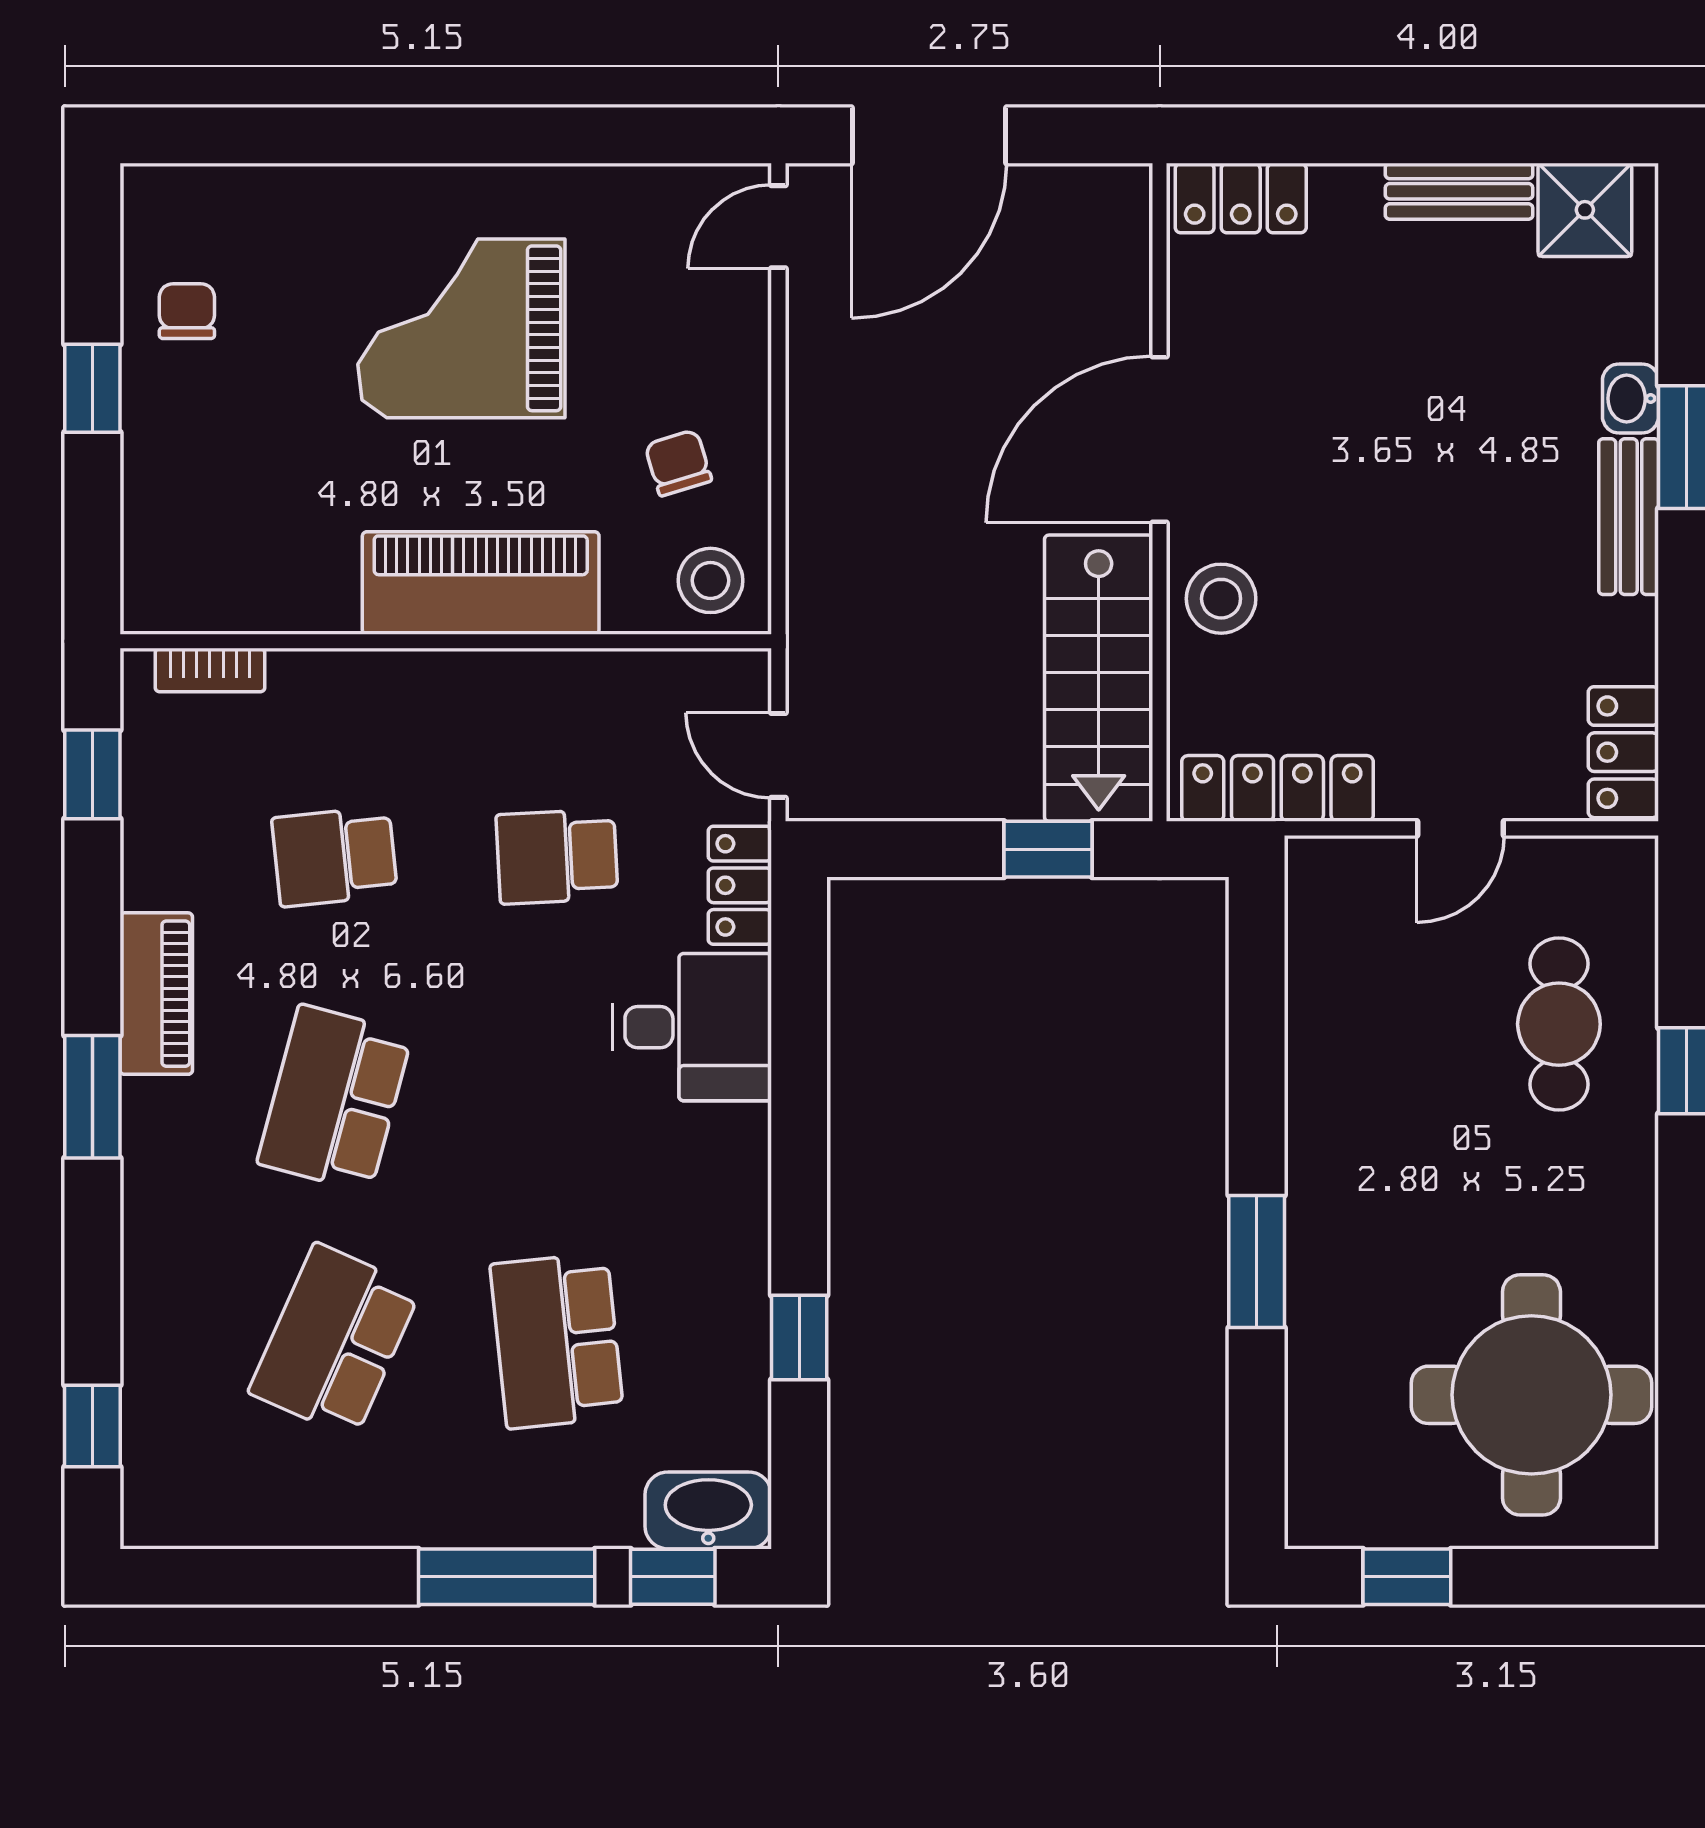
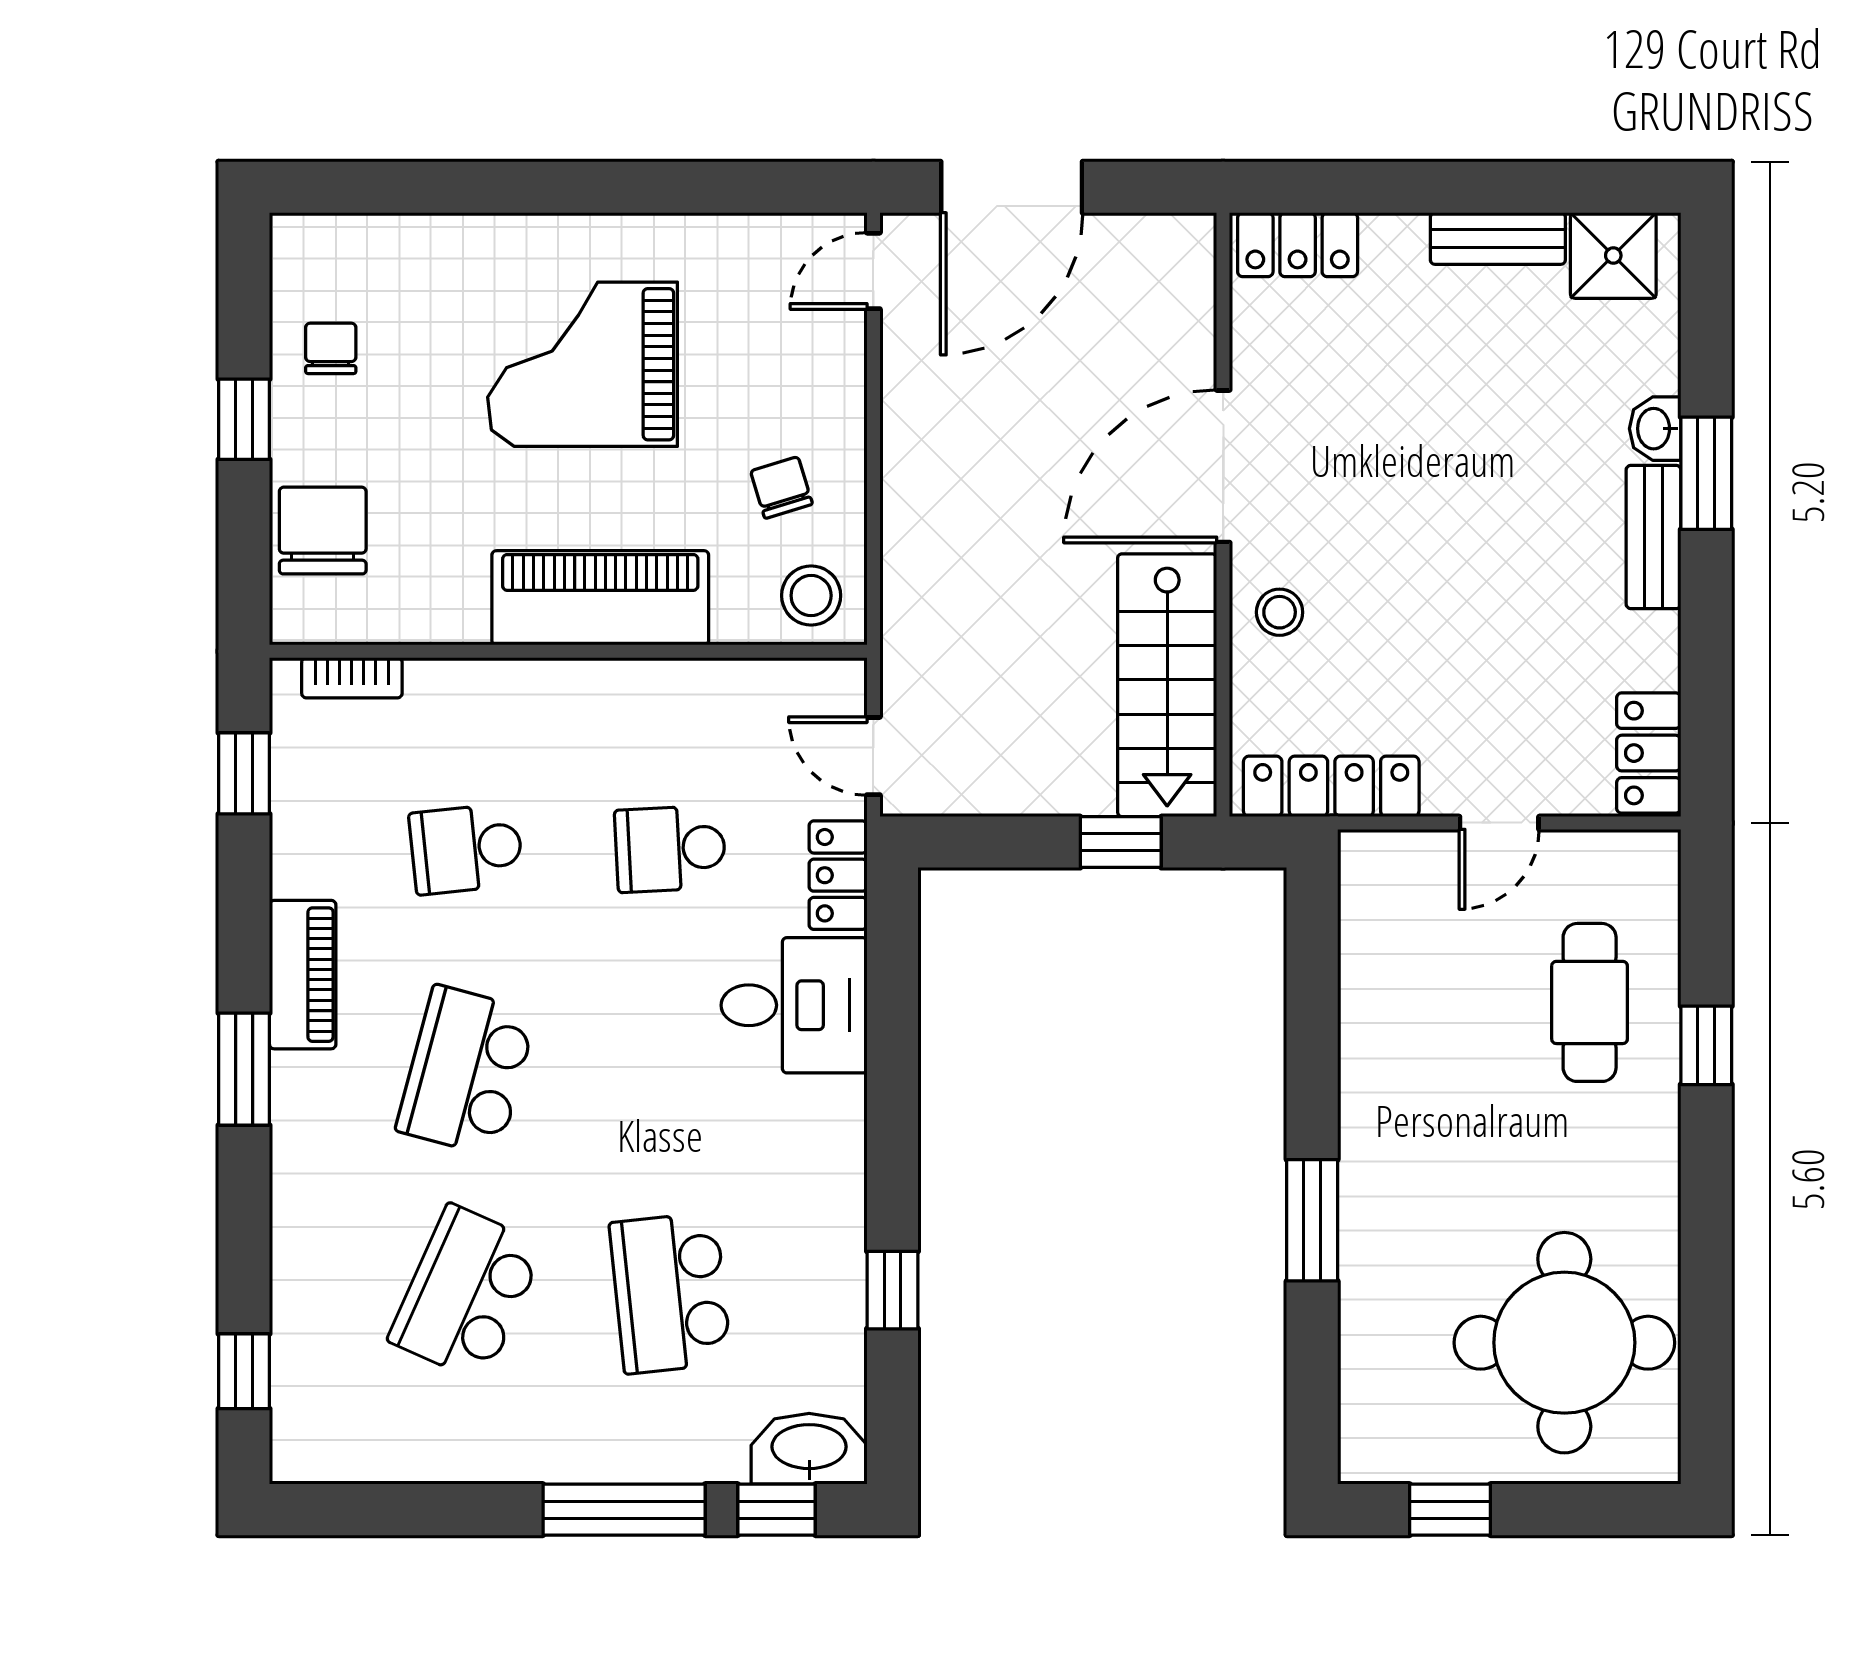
chair: (178, 510) -> (323, 531), added
stool: (1221, 599) -> (1280, 612), width x0.73, depth x0.73

